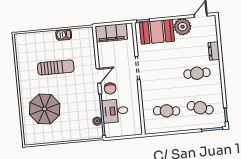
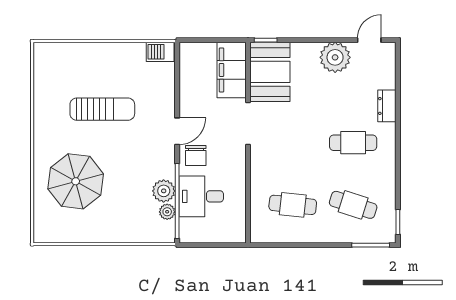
booth: (157, 32) -> (270, 72), moved, turned 90
filing cabinet: (111, 33) -> (232, 70), moved, turned 90
barbecue: (64, 35) -> (160, 52), moved
plant: (94, 110) -> (164, 191), added

